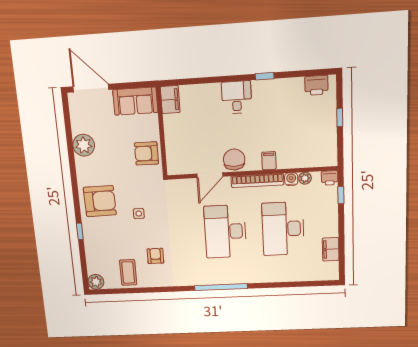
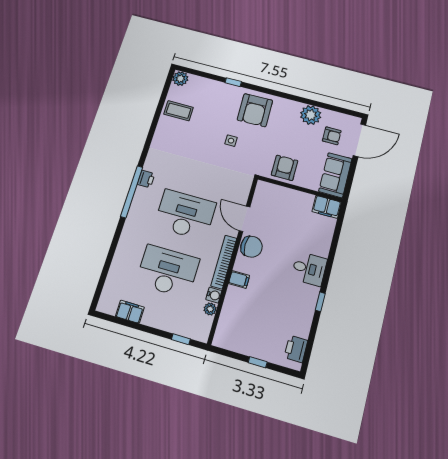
printer: (330, 178) -> (146, 179), moved, turned 180
armchair: (155, 256) -> (332, 136), moved

